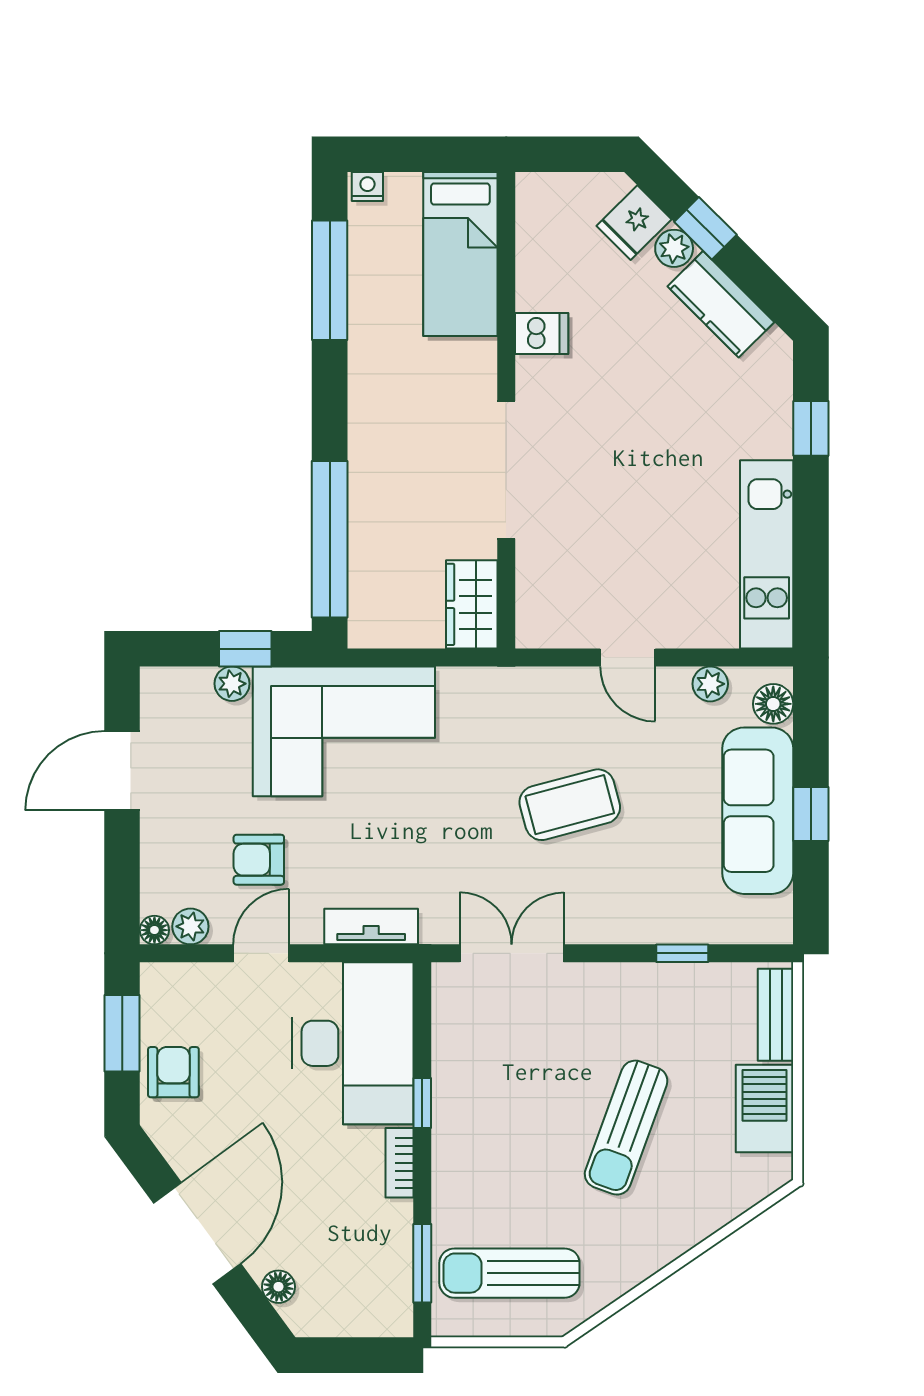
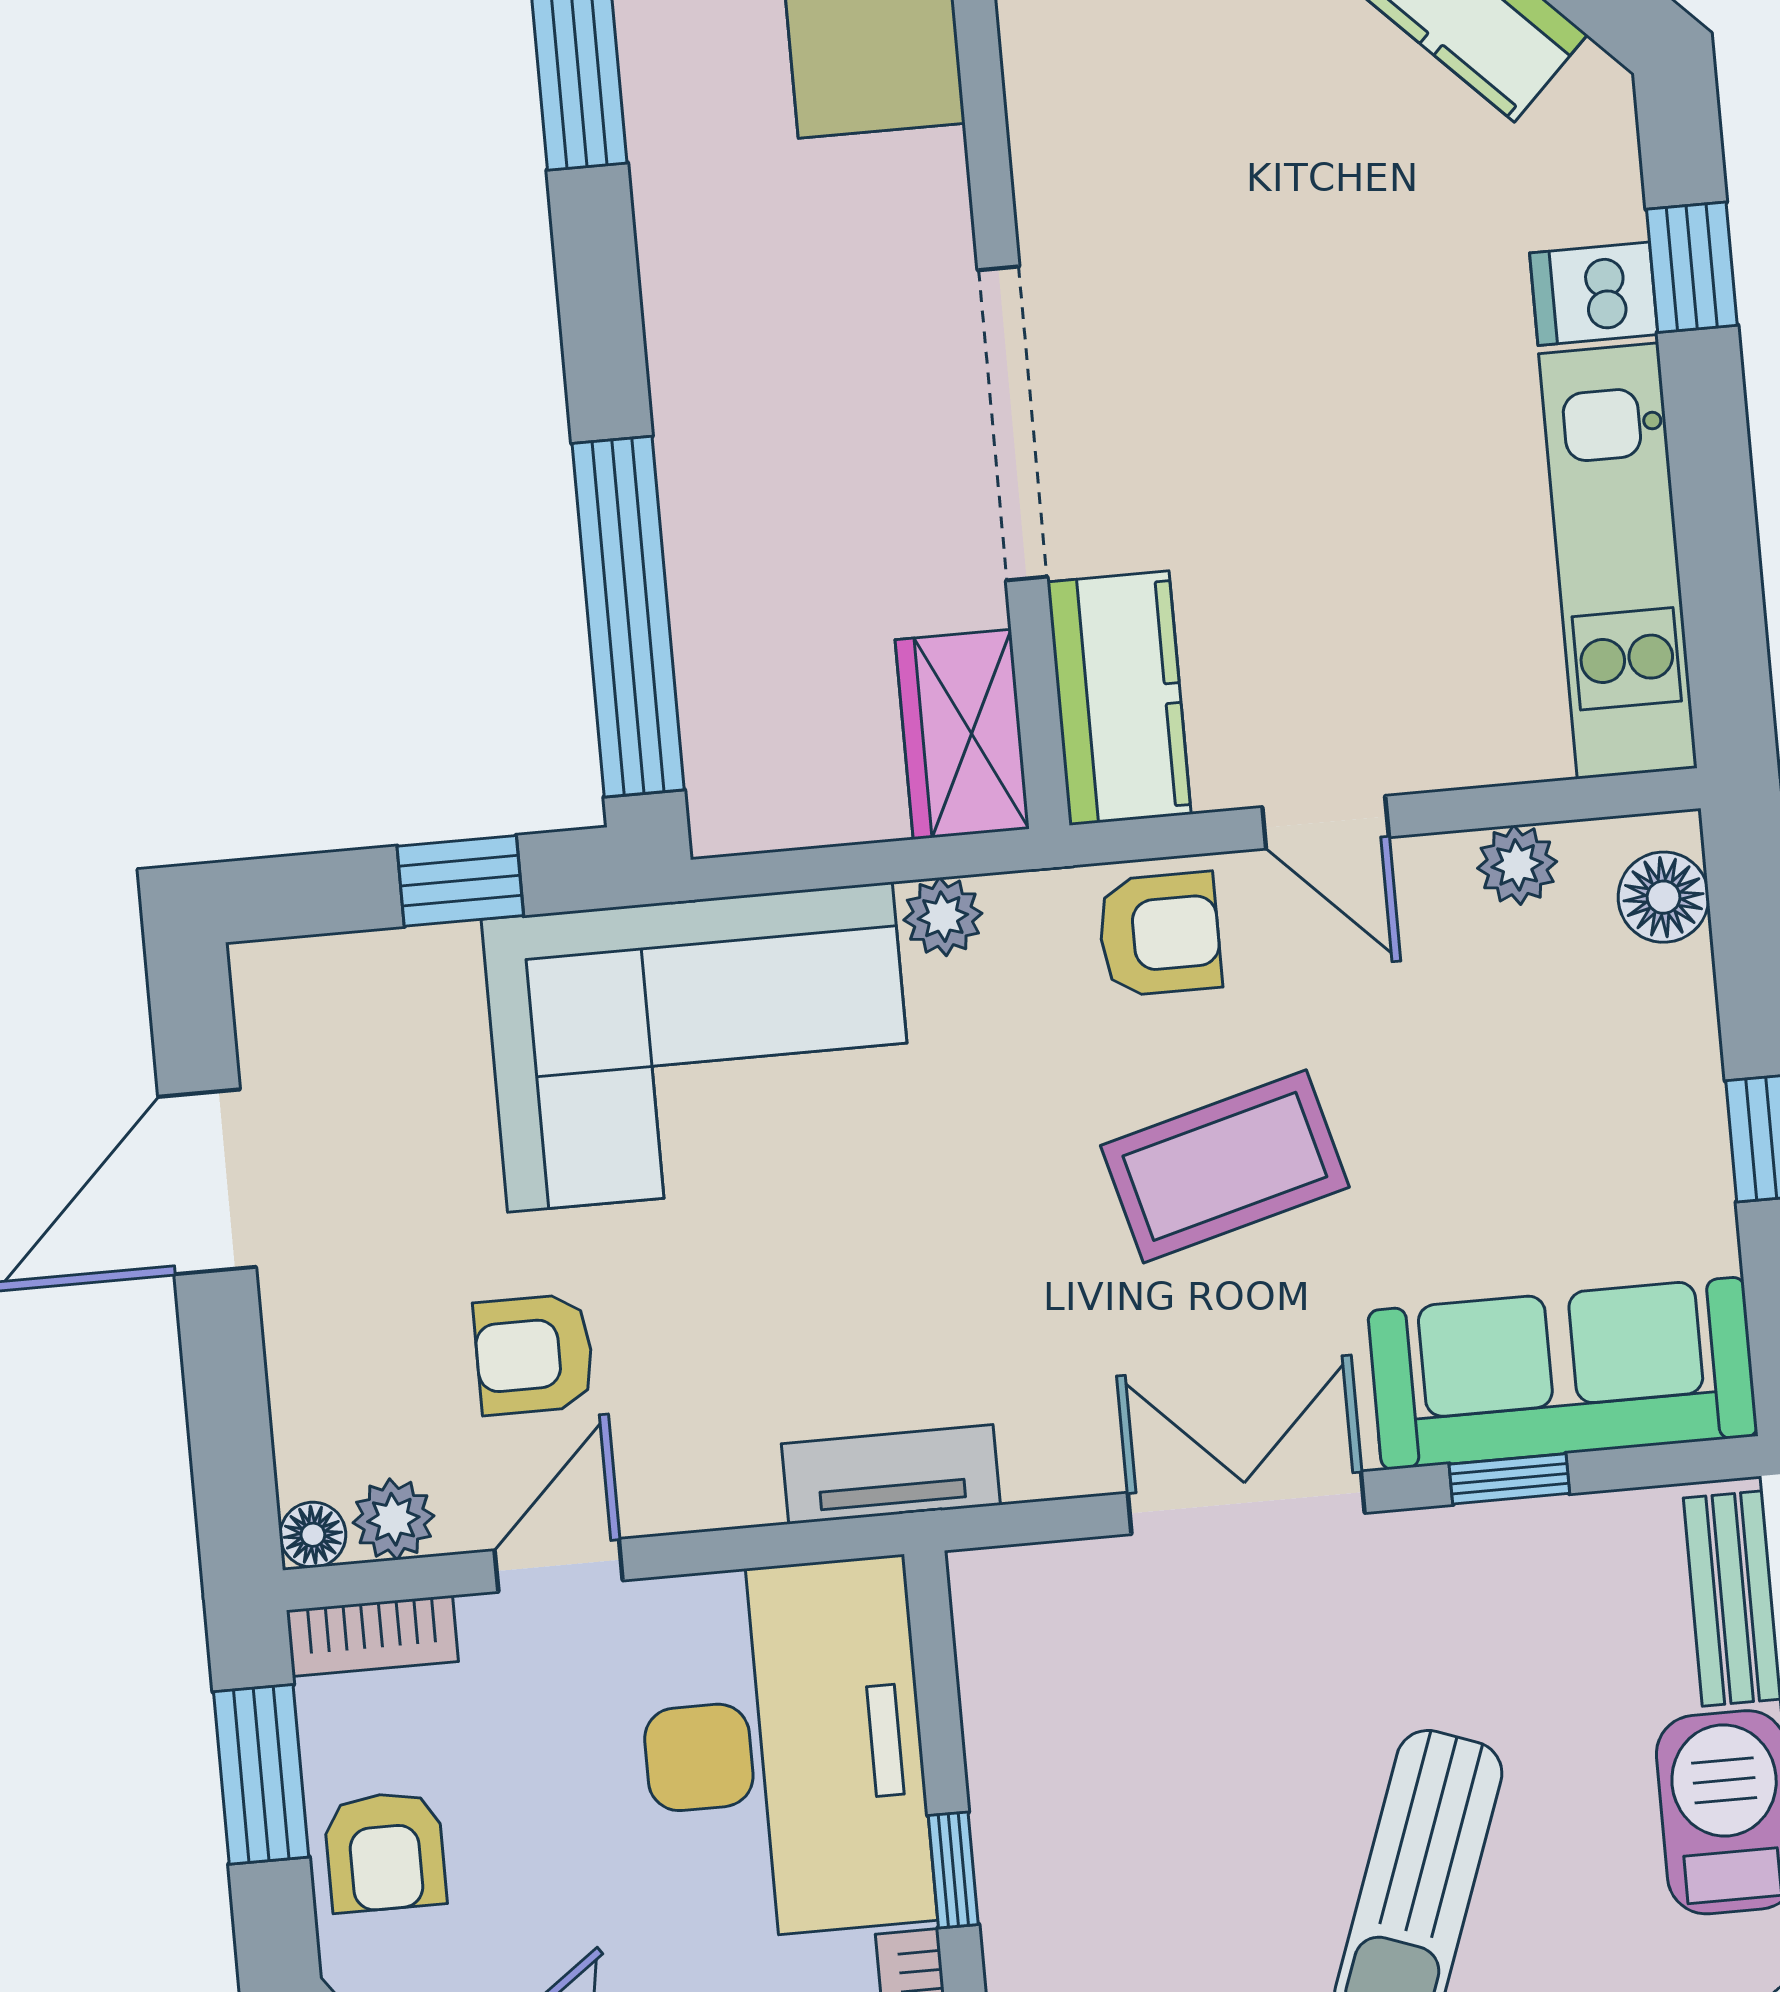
dishwasher: (542, 333) -> (1594, 294), moved, turned 180
kitchen counter: (542, 595) -> (1119, 698), added
plant: (232, 684) -> (943, 917), moved
armchair: (550, 700) -> (1160, 934), added
sofa: (758, 811) -> (1563, 1373), moved, turned 90
tv unit: (371, 927) -> (891, 1474), moved
double door: (512, 953) -> (1246, 1503), moved
bookcase: (177, 977) -> (372, 1636), added
armchair: (173, 1072) -> (385, 1852), turned 180

